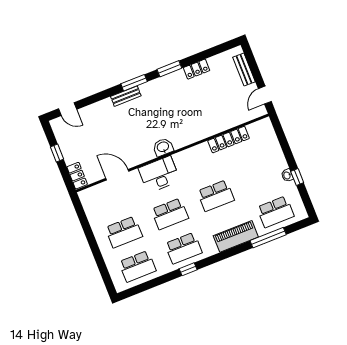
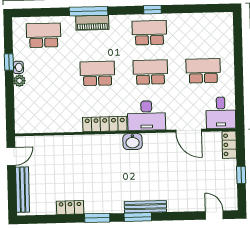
bench: (244, 69) -> (23, 190), width x1.36
bench: (126, 96) -> (145, 207), width x1.36
locker: (229, 139) -> (105, 124), moved
plant: (282, 164) -> (19, 81), added
desk: (95, 201) -> (221, 113), added
piano: (236, 236) -> (92, 23), width x0.73, depth x0.75
window: (268, 238) -> (89, 11), moved
school desk: (137, 266) -> (202, 31), removed

